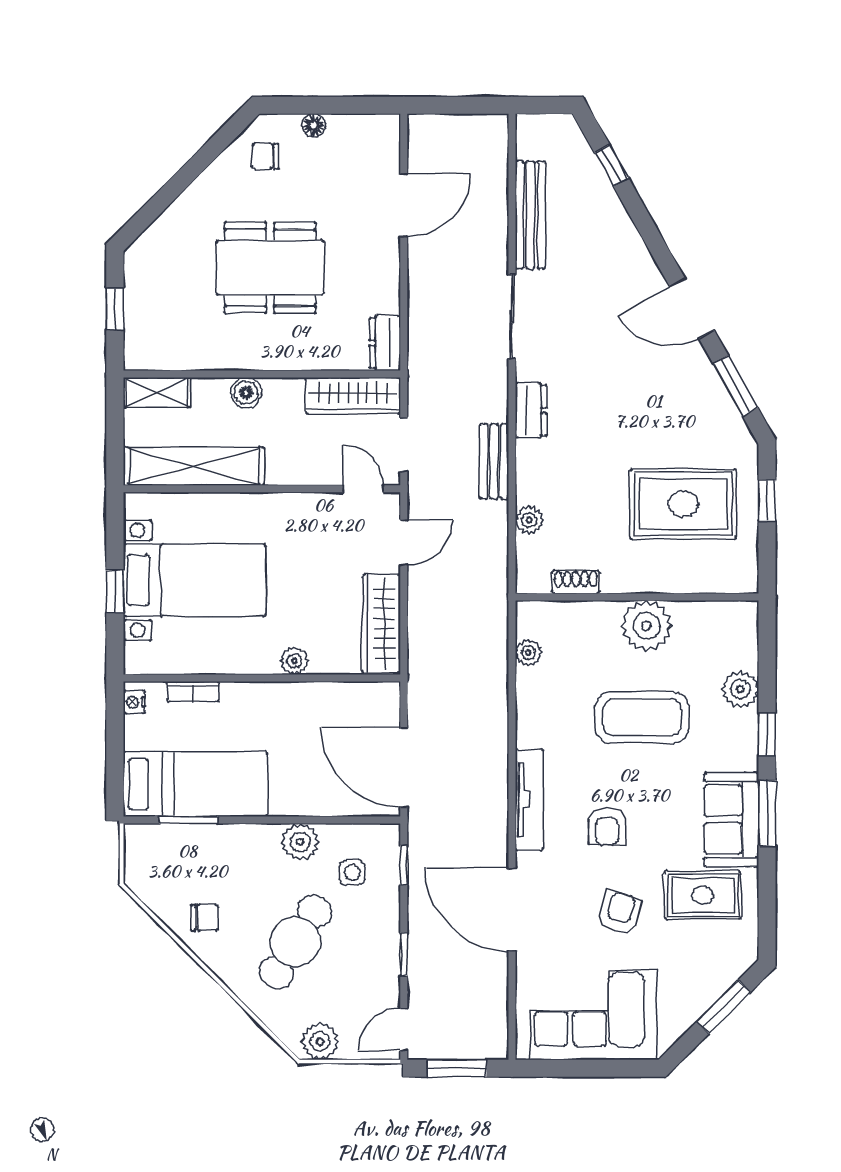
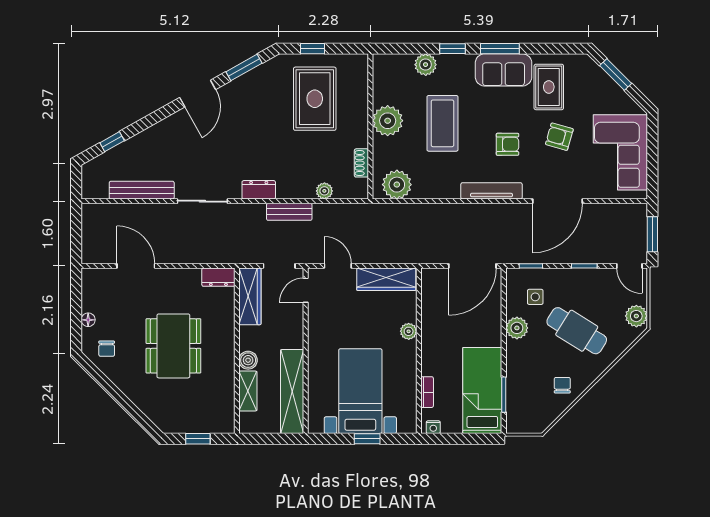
shelving: (157, 392) -> (248, 391), moved
plant: (528, 653) -> (397, 185), width x1.88, depth x1.88

